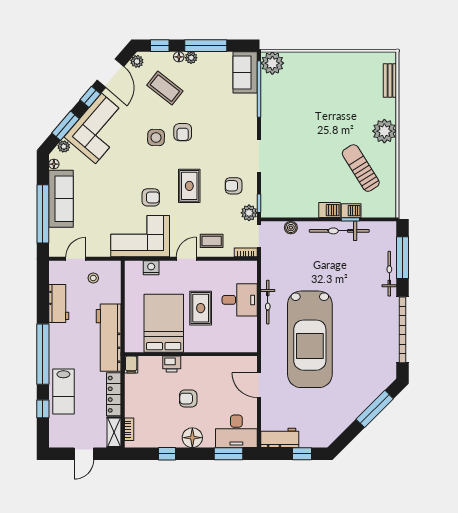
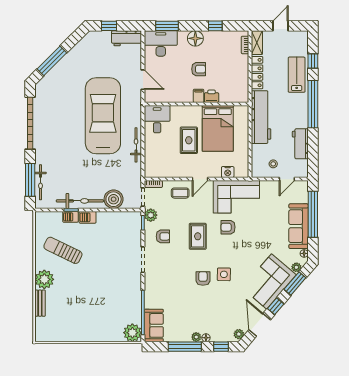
bench: (390, 80) -> (40, 303), moved
coffee table: (165, 88) -> (217, 313), removed
sun lounger: (361, 168) -> (63, 250), turned 148
boiler: (291, 228) -> (114, 199), width x1.86, depth x1.86
bicycle: (389, 274) -> (40, 182), moved
desk: (240, 300) -> (157, 119), moved, turned 90
filing cabinet: (131, 365) -> (199, 96), moved

